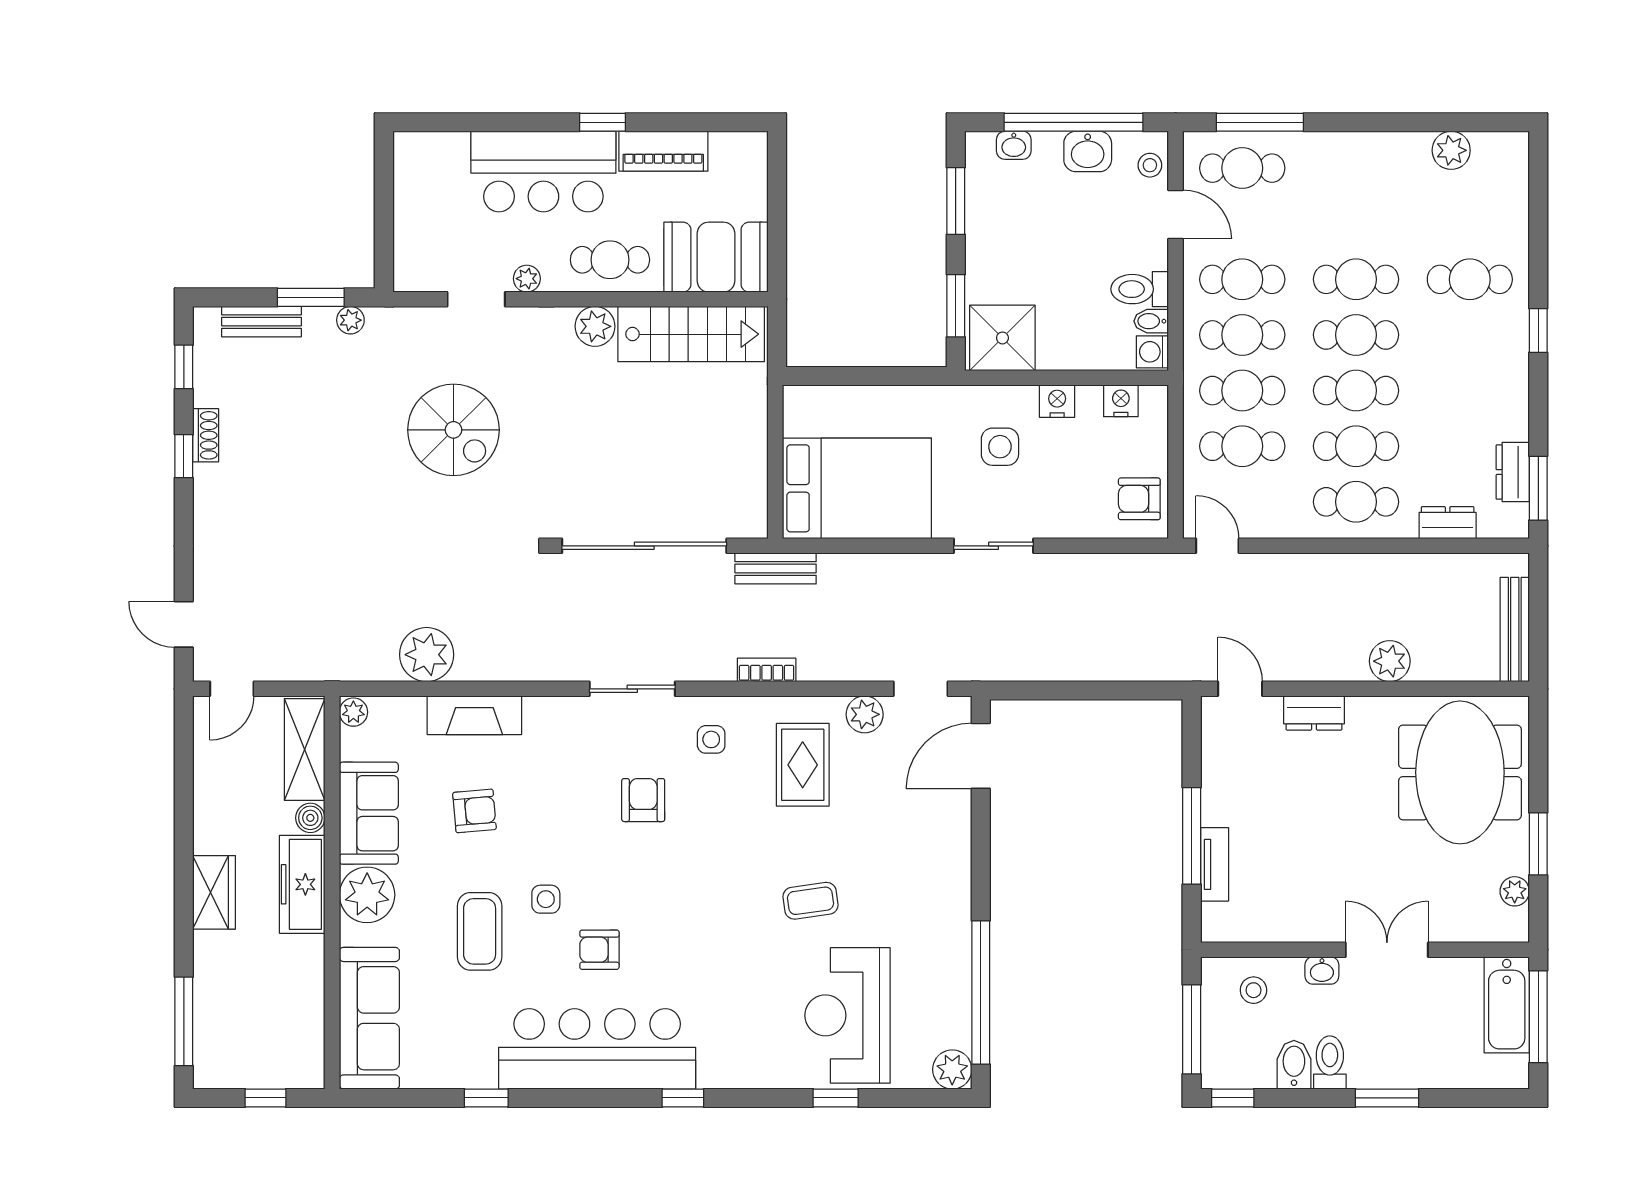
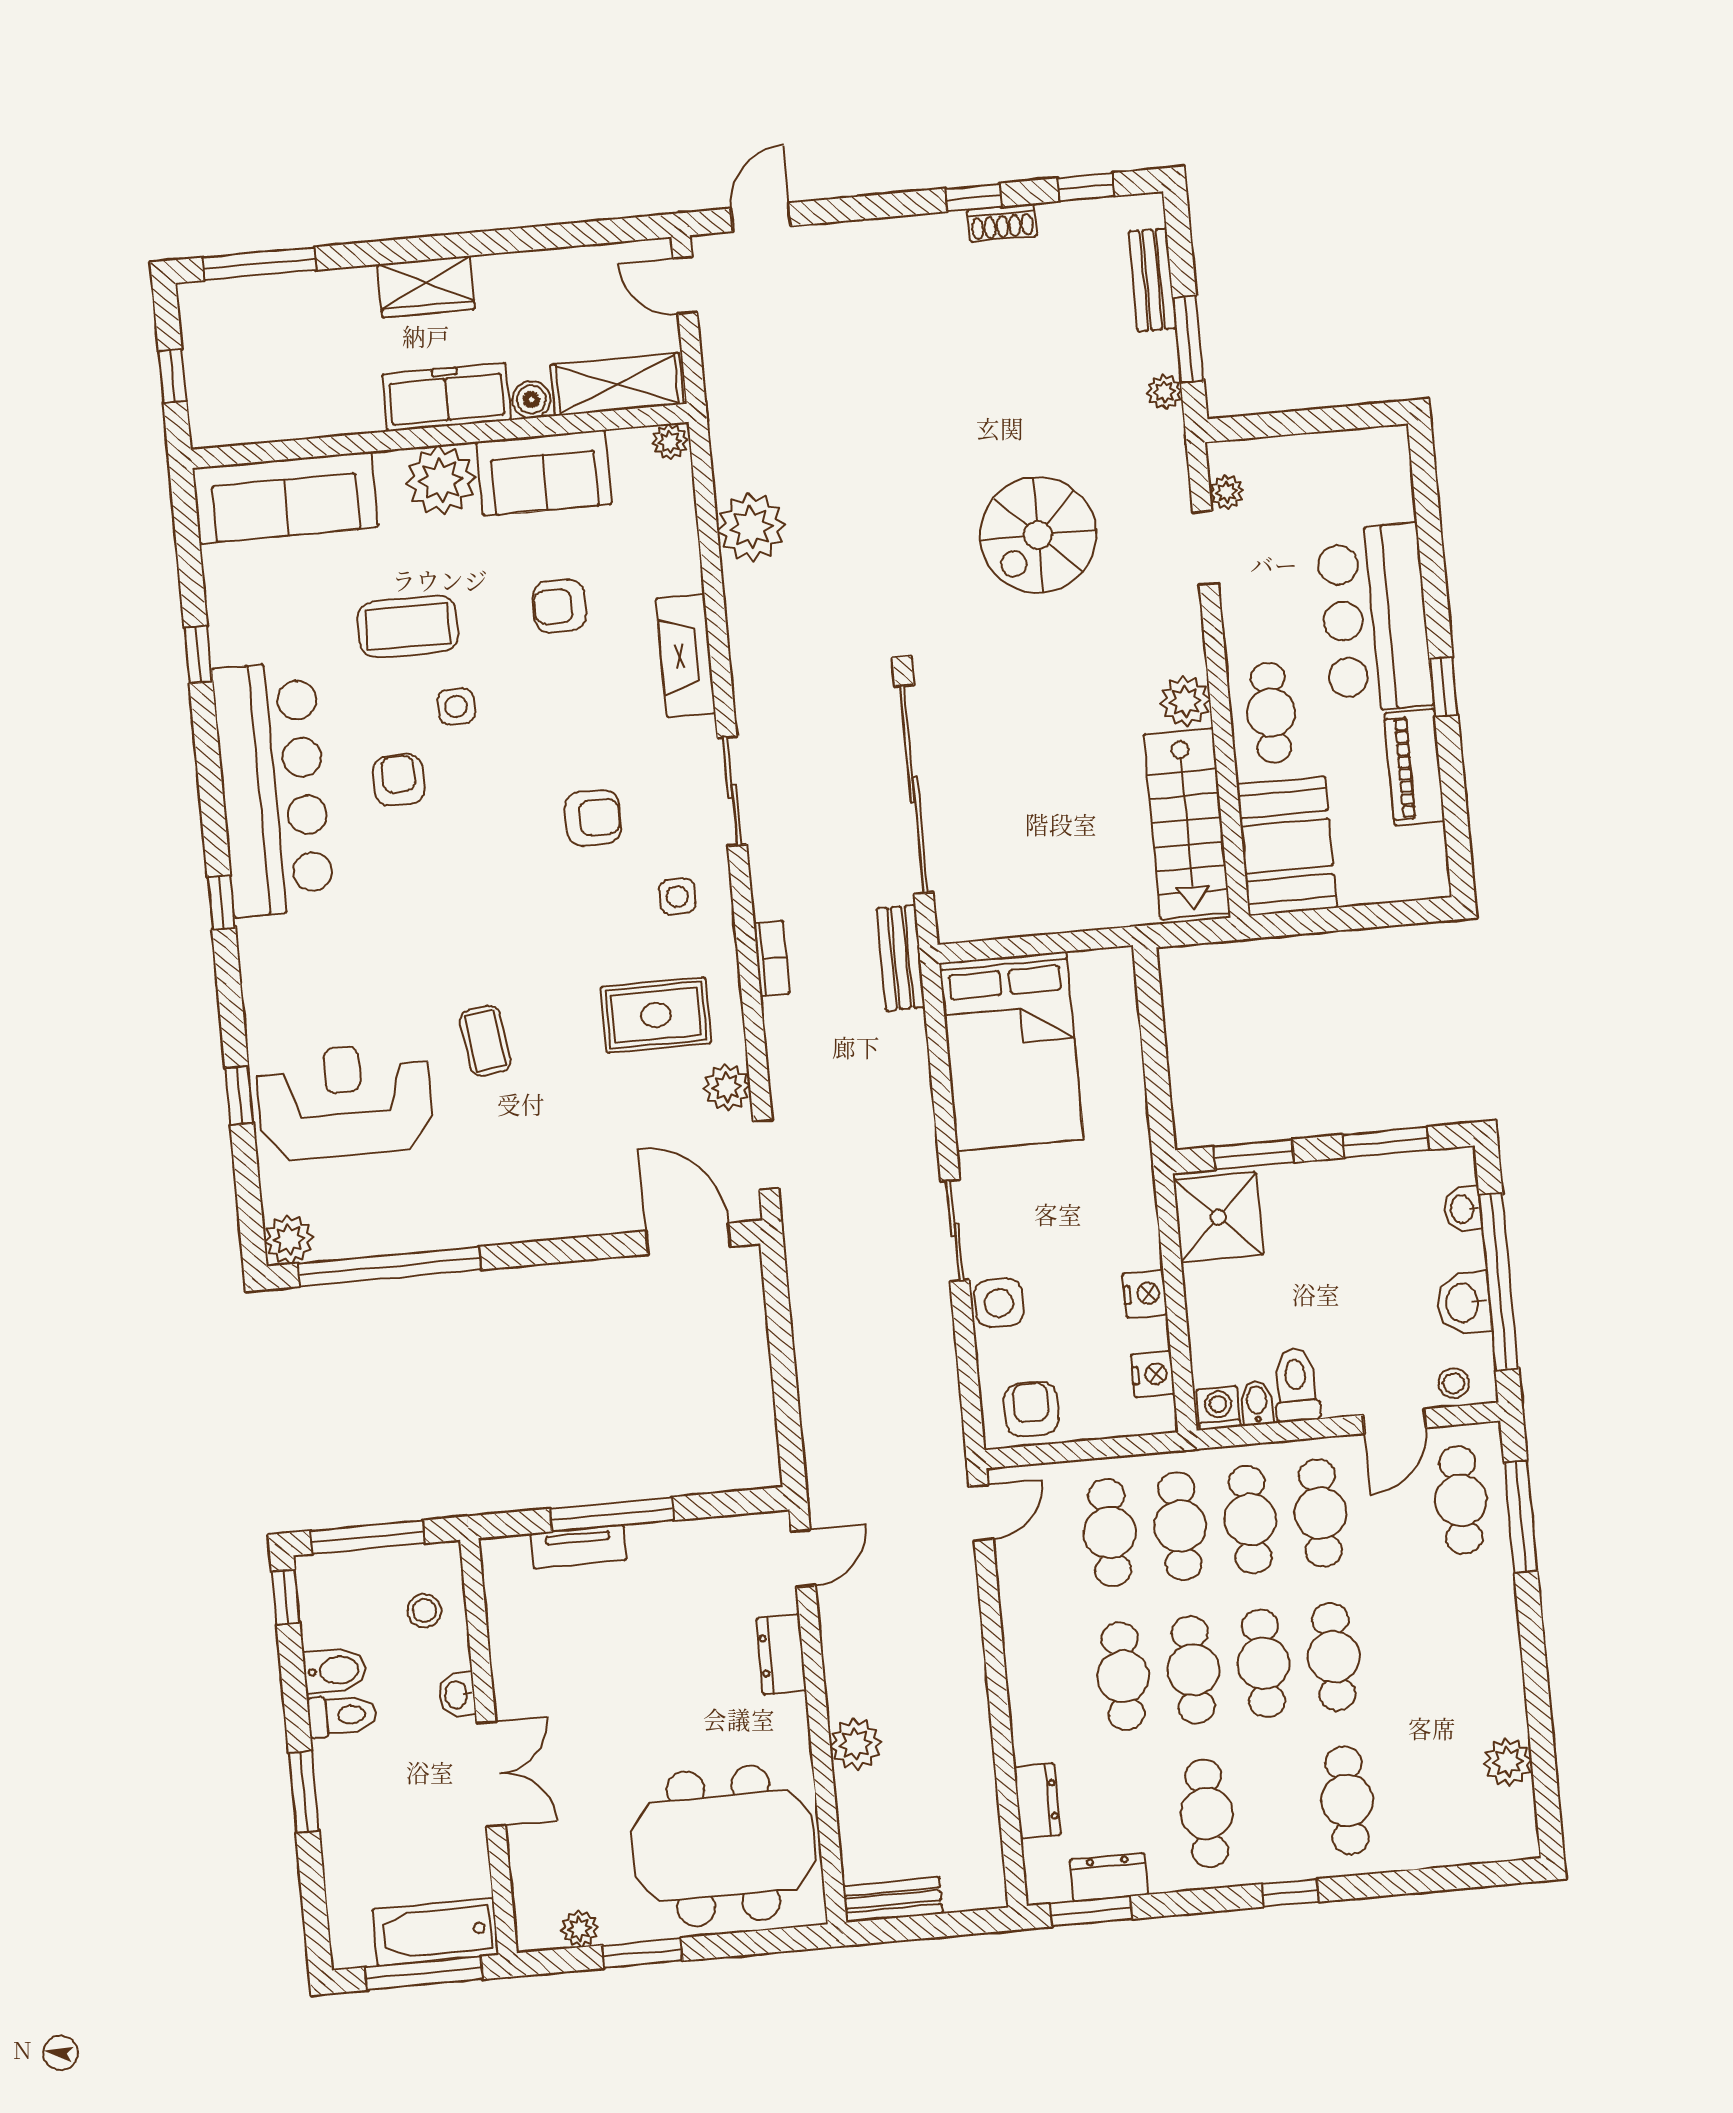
plant: (527, 279) -> (1227, 492), moved
side table: (1000, 447) -> (999, 1303), moved
cafe table: (1356, 502) -> (1207, 1813), moved
bench: (1515, 629) -> (893, 1900), width x0.73
fireplace: (474, 715) -> (686, 656), moved
armchair: (474, 811) -> (559, 606), turned 95

